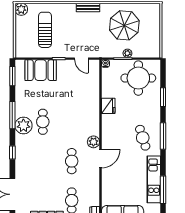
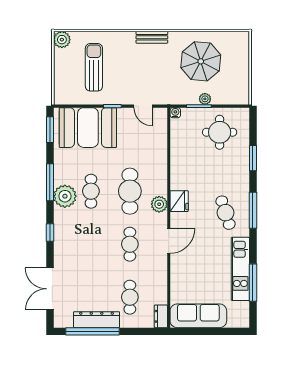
booth: (41, 70) -> (88, 128), width x1.36, depth x1.42
round table: (138, 78) -> (220, 132), width x0.73, depth x0.73
fridge: (108, 106) -> (179, 201), moved
cafe table: (72, 122) -> (130, 191), added
plant: (93, 142) -> (159, 204), moved

